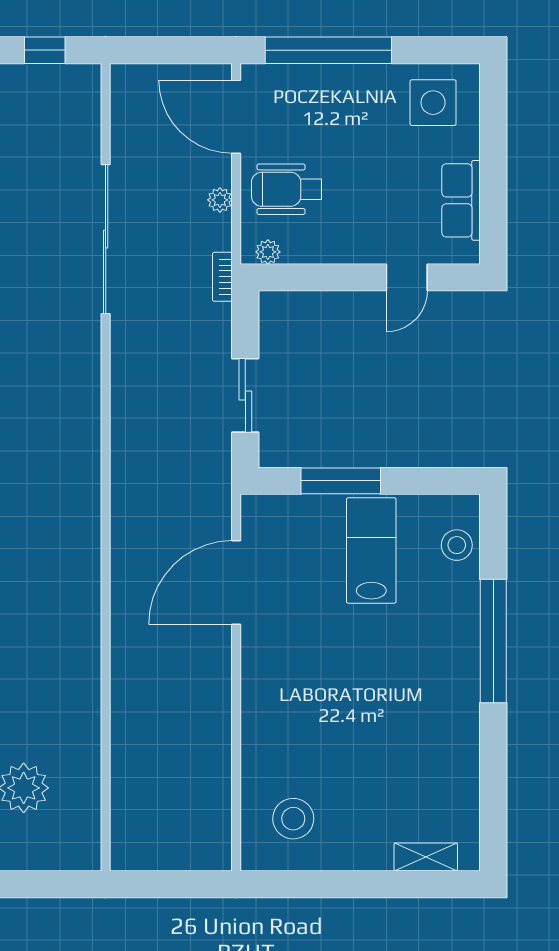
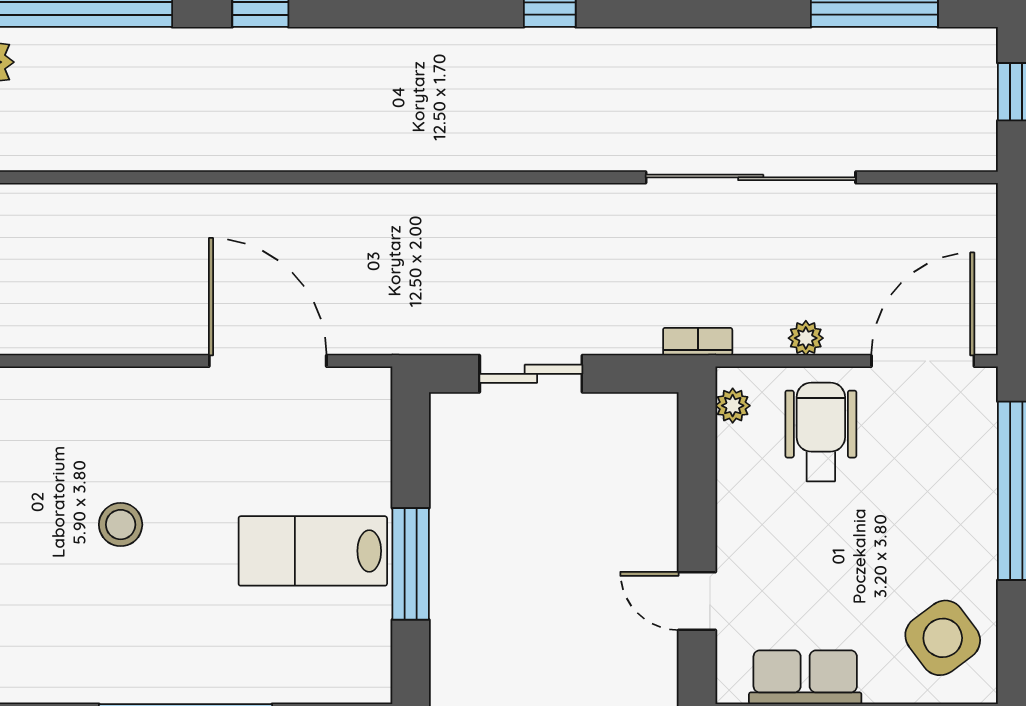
side table: (433, 103) -> (943, 638), turned -37
window: (341, 481) -> (411, 564), moved
stool: (457, 545) -> (121, 525), moved
lab bench: (371, 551) -> (313, 551), turned 180

